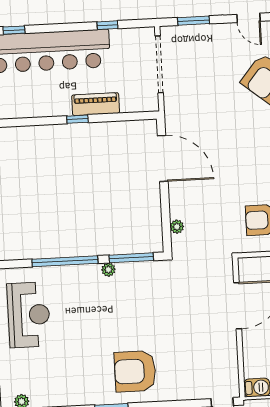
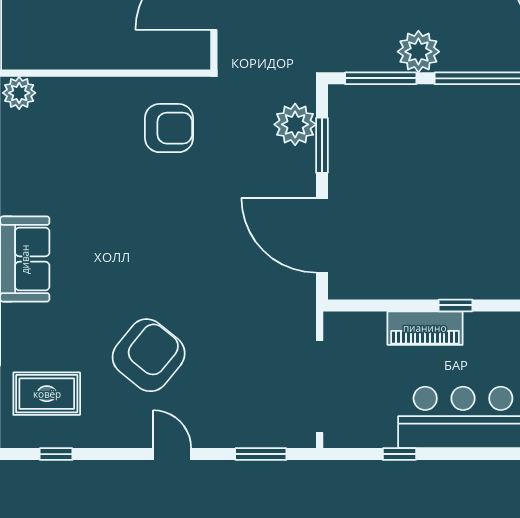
window: (166, 214) -> (322, 145), added
plant: (177, 227) -> (295, 124), width x1.88, depth x1.88
plant: (108, 270) -> (418, 52), width x1.88, depth x1.88

